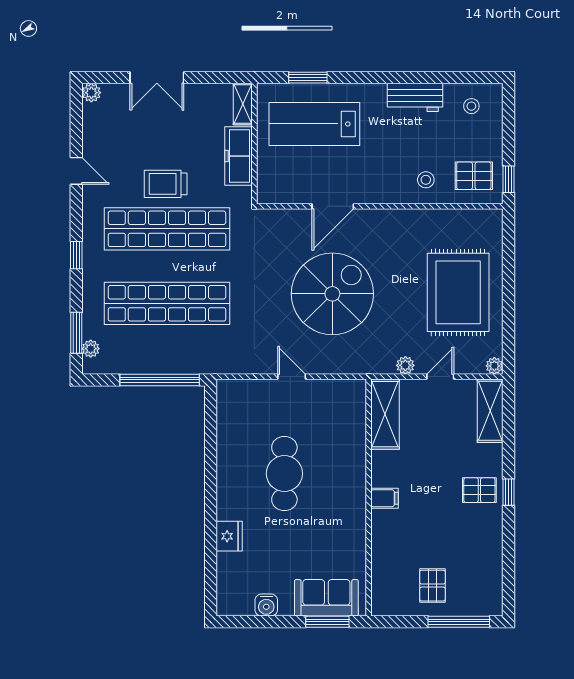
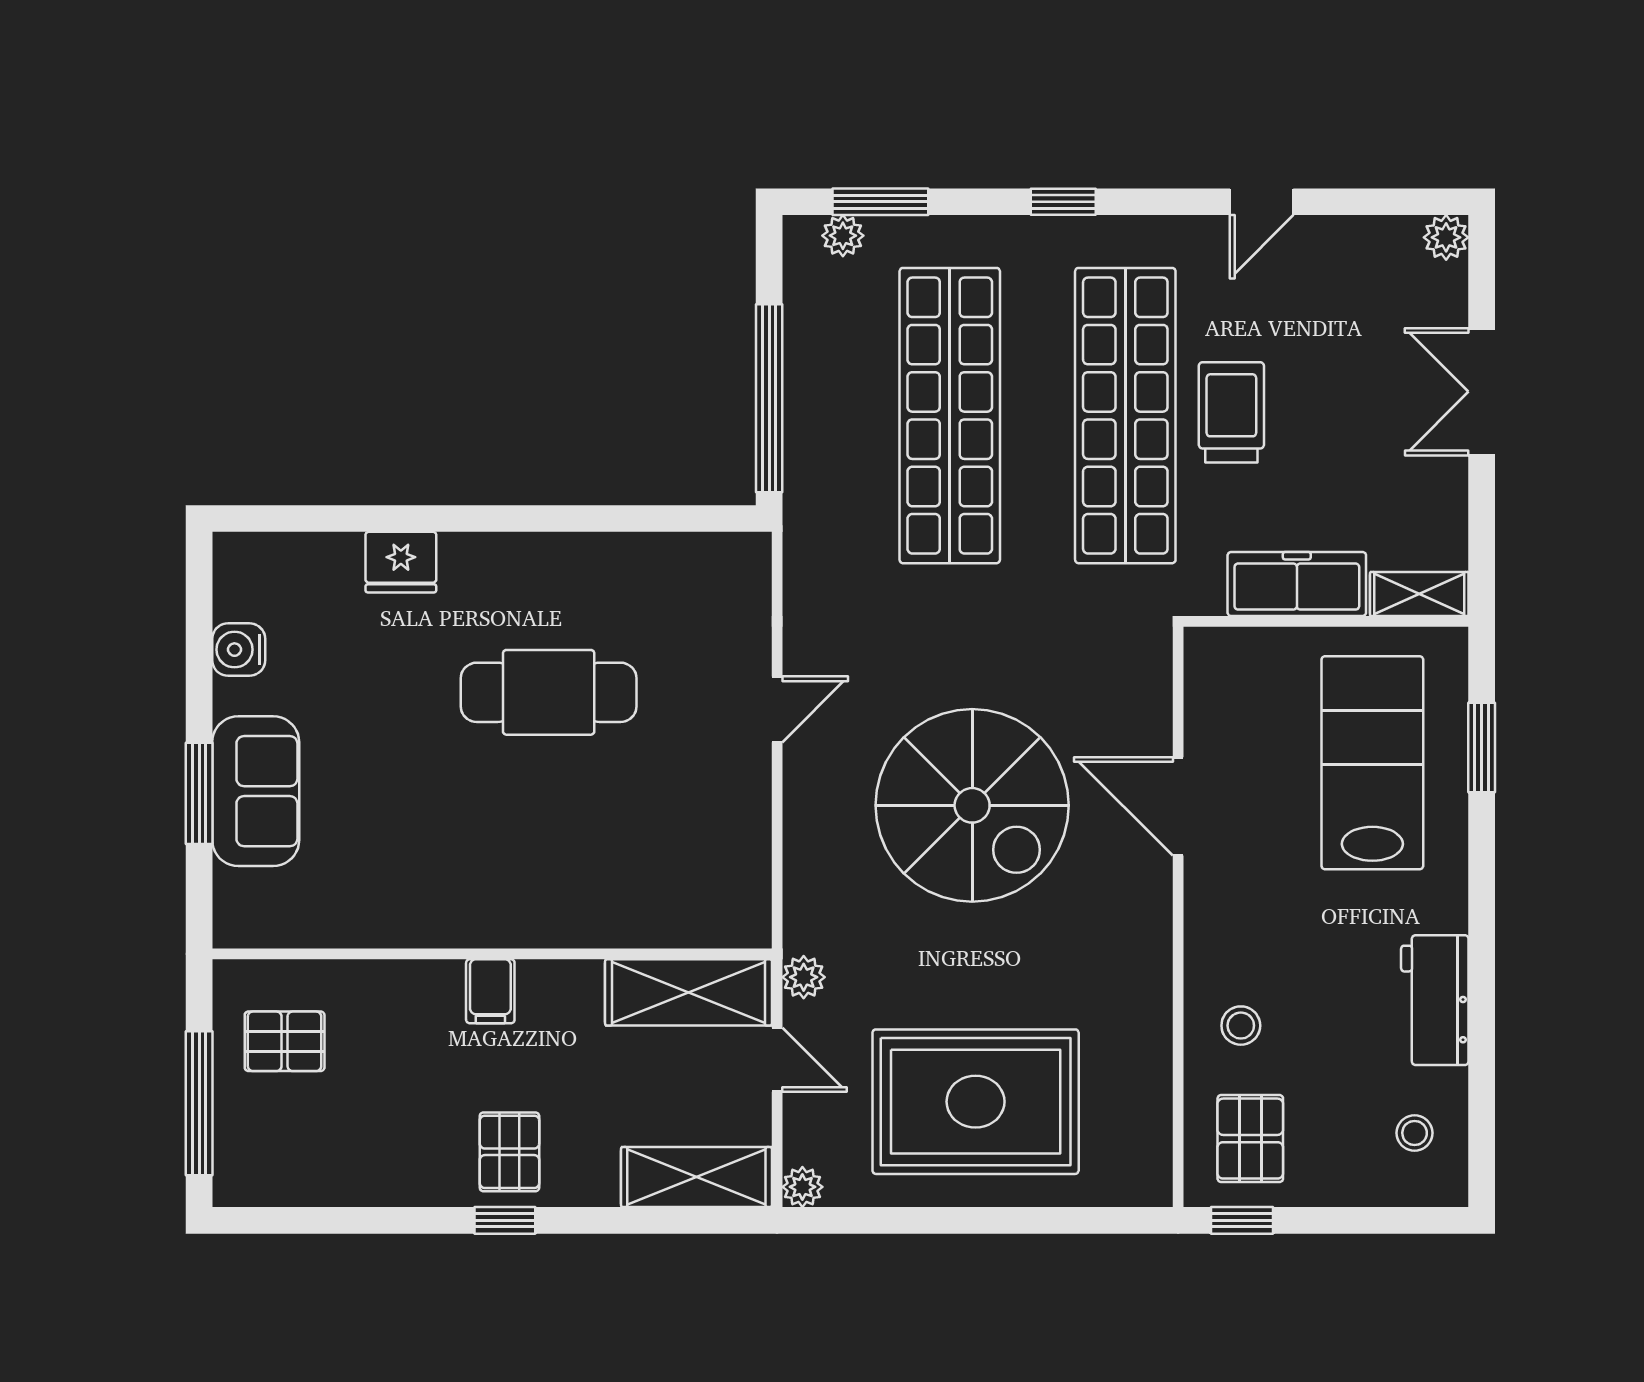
shelving: (385, 414) -> (688, 992), moved
wall: (369, 498) -> (492, 954), moved
filing cabinet: (384, 498) -> (490, 991), moved

